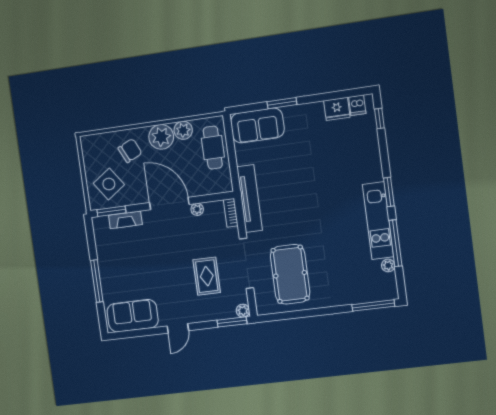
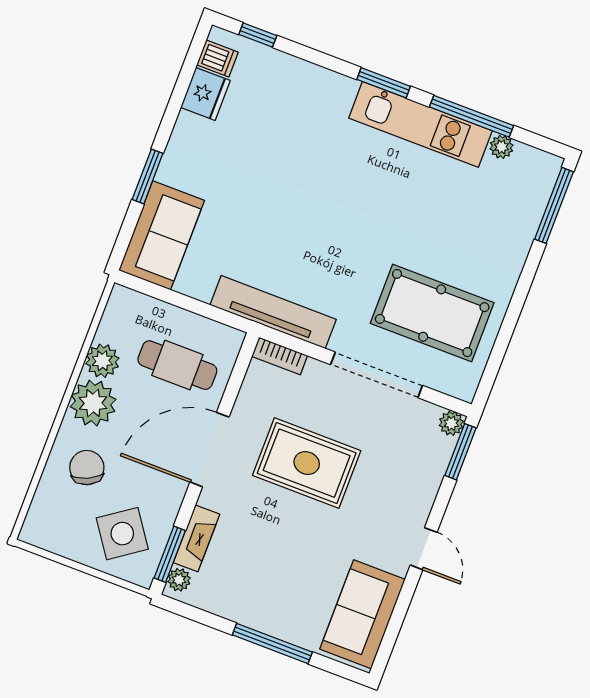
cafe table: (213, 148) -> (177, 365), moved
plant: (197, 209) -> (179, 580), moved
rug: (207, 276) -> (307, 463), moved, width x1.36, depth x1.43

